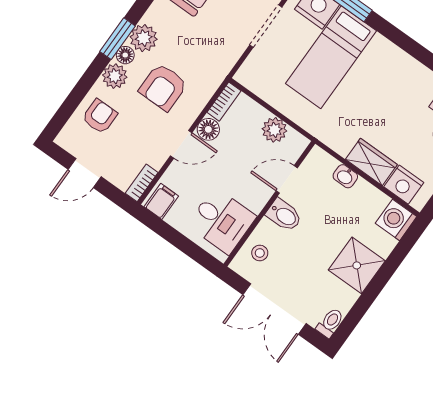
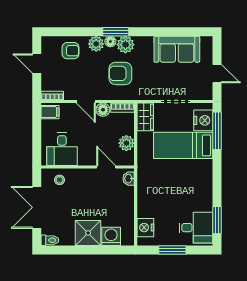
armchair: (163, 87) -> (120, 73), moved
wardrobe: (371, 162) -> (145, 117), moved
washbasin: (345, 176) -> (129, 179), moved
bidet: (284, 215) -> (87, 179), removed
washing machine: (396, 220) -> (111, 236), moved

